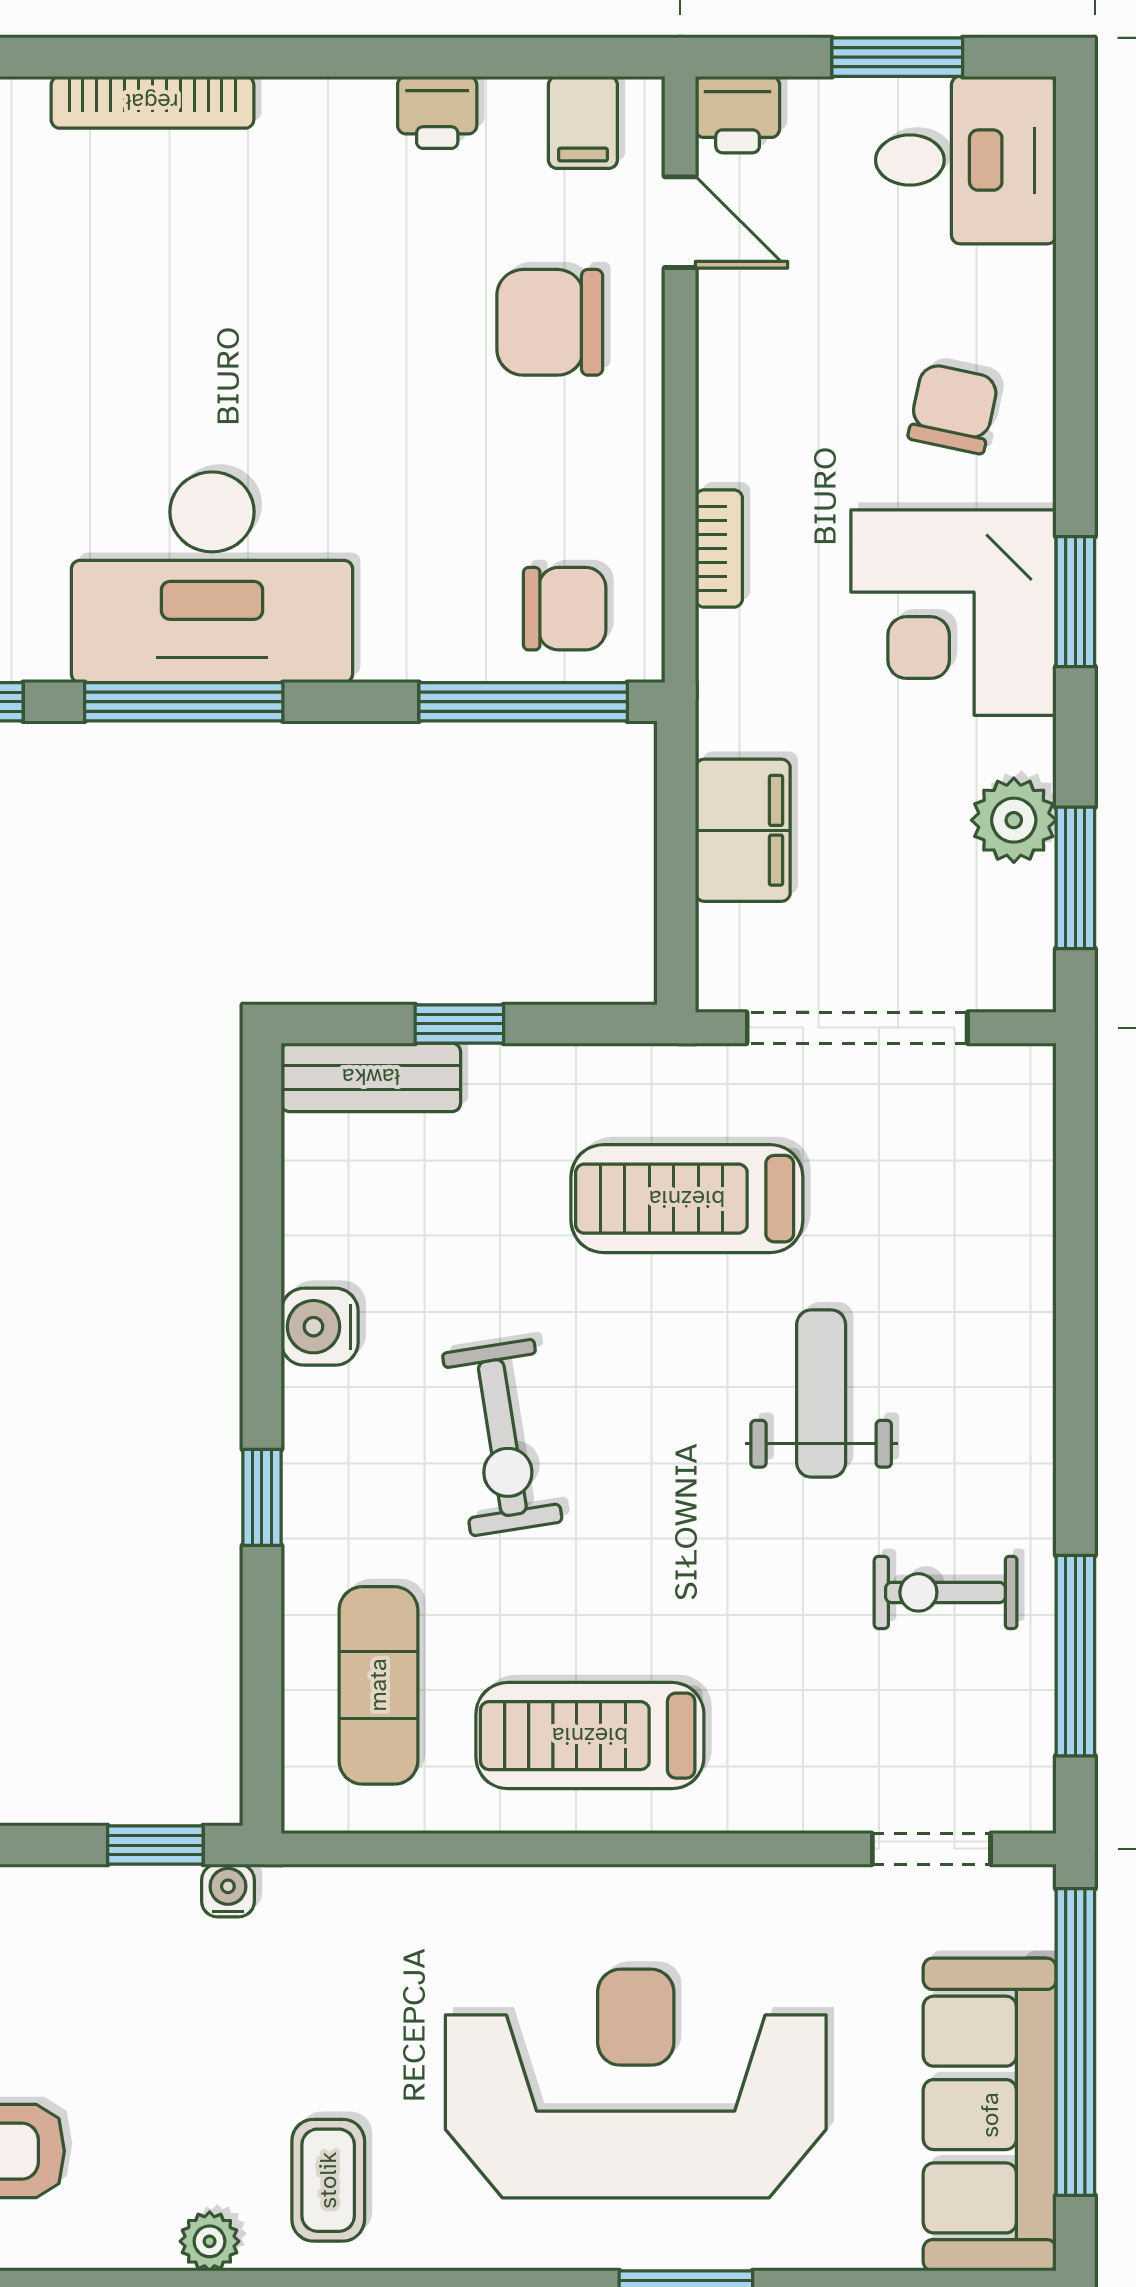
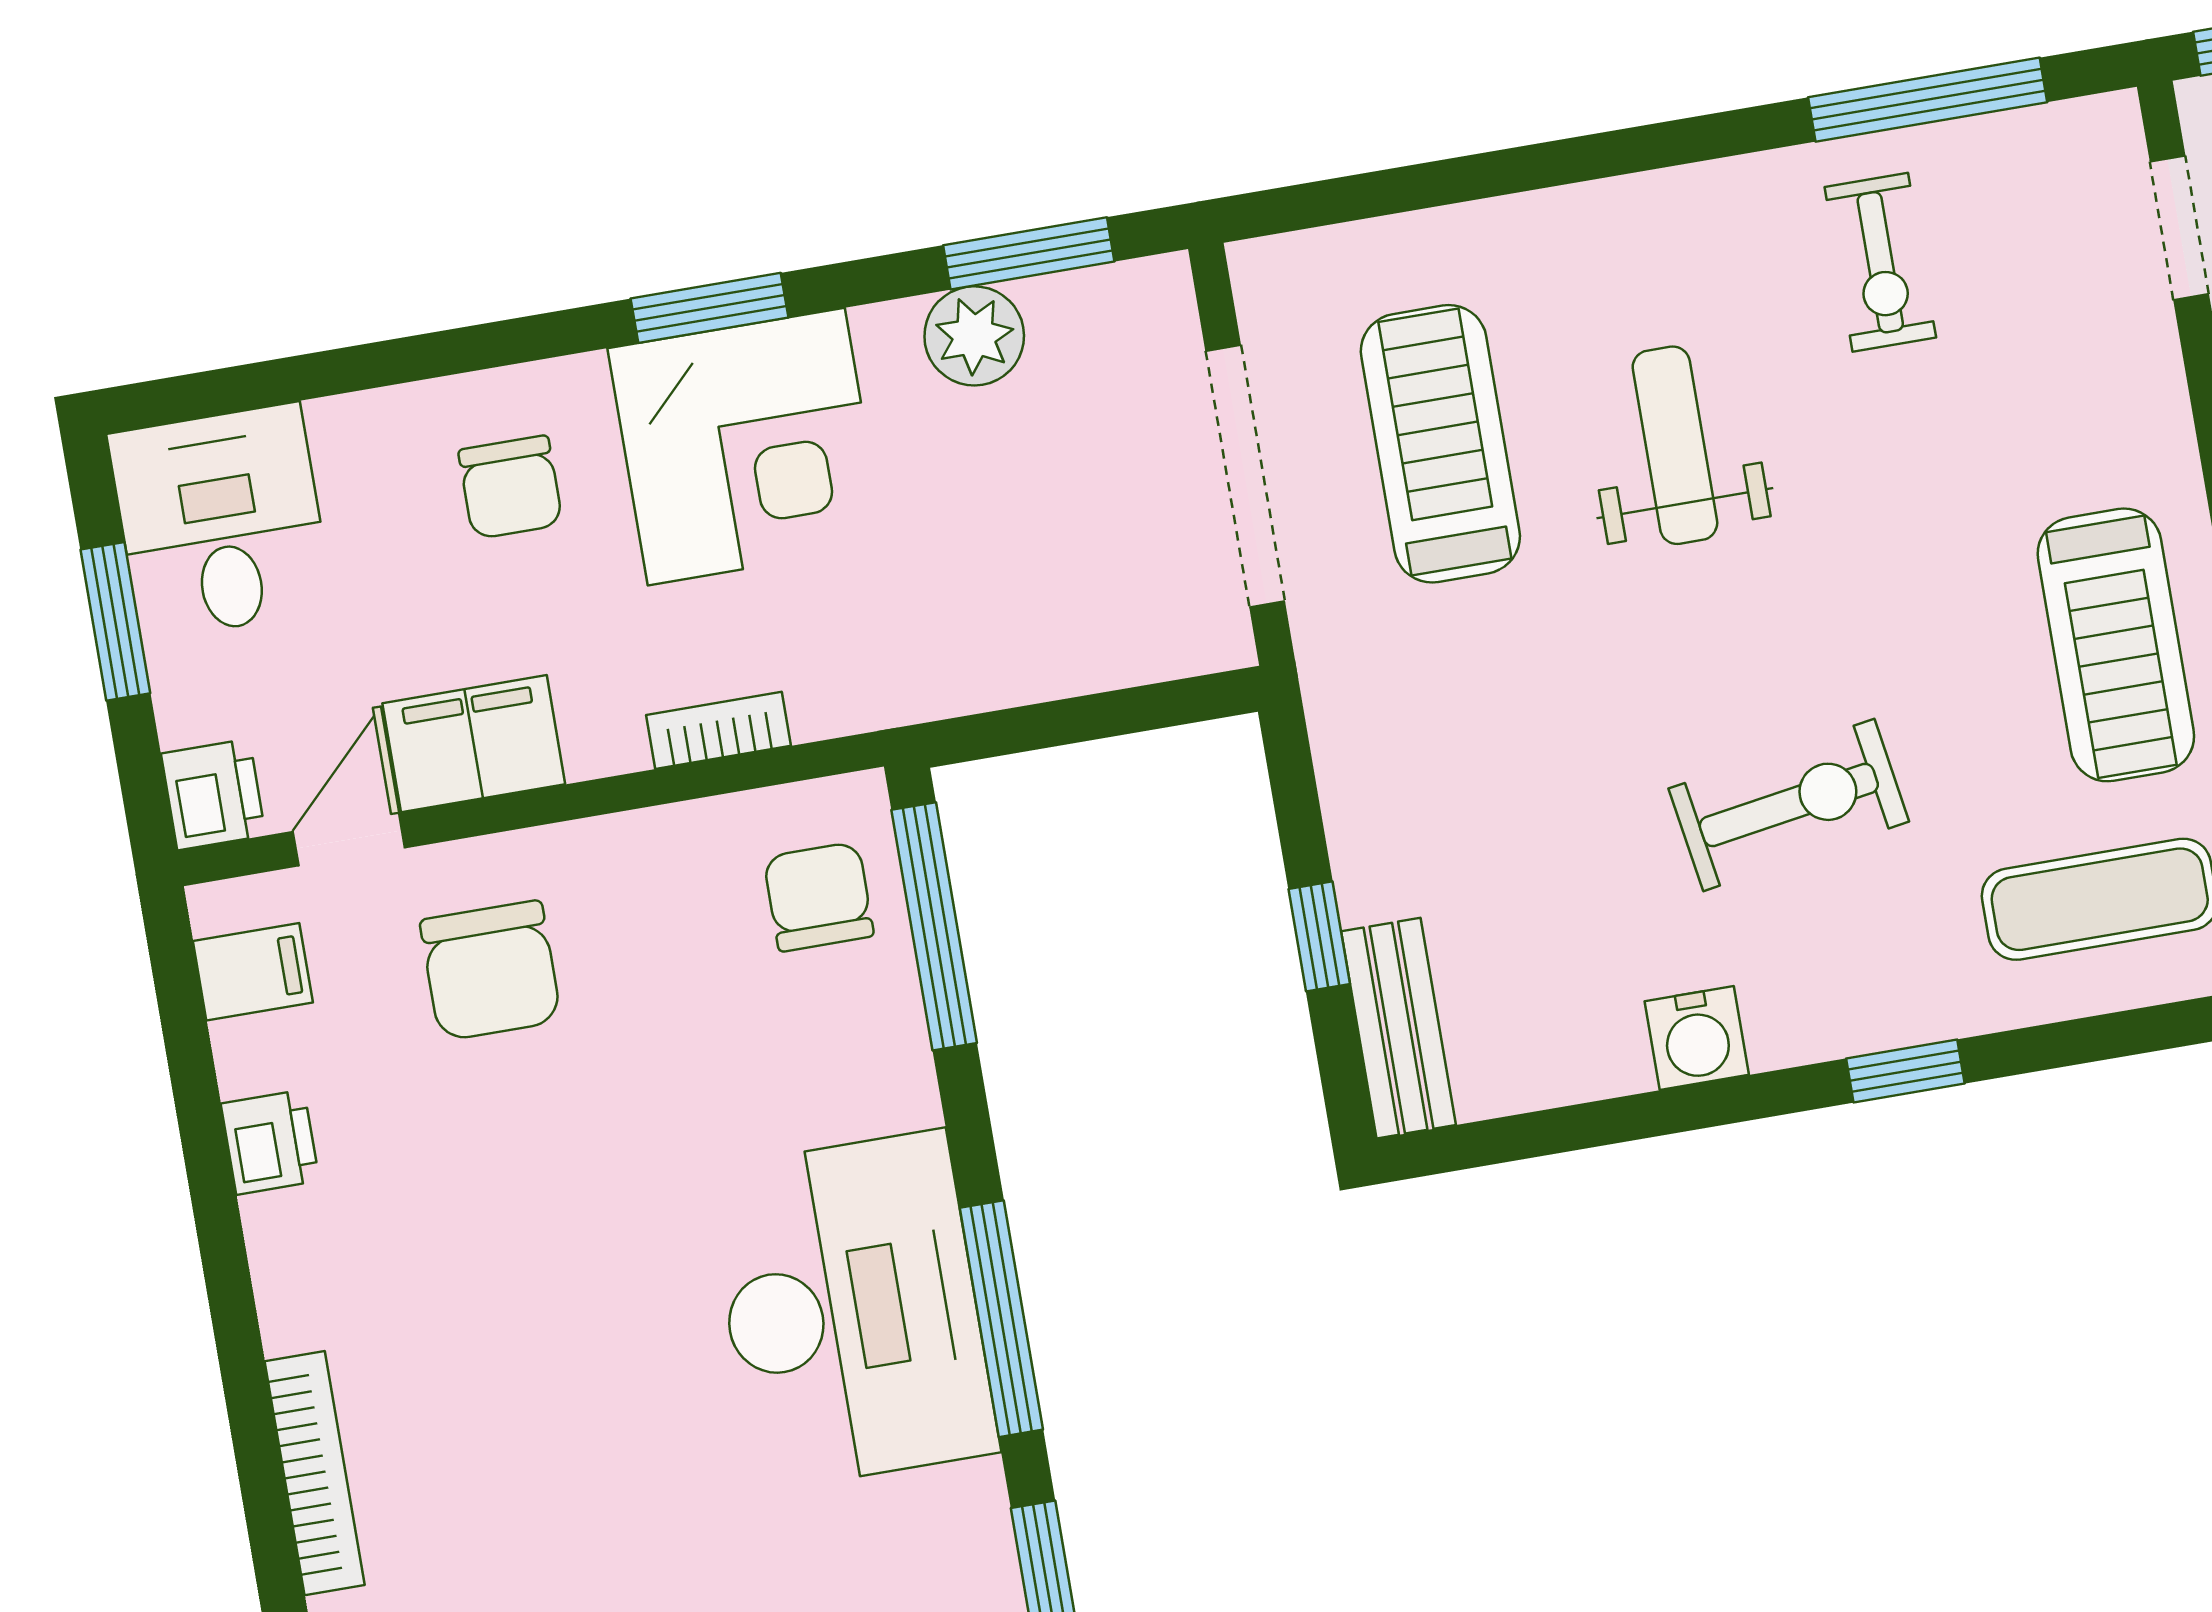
chair: (953, 409) -> (510, 487), turned -102
filing cabinet: (743, 830) -> (474, 744), moved
treadmill: (687, 1199) -> (1440, 444), moved, turned 180
weight bench: (821, 1394) -> (1675, 445), turned 90

